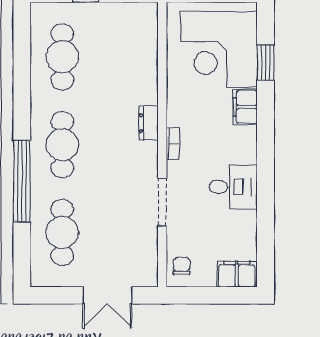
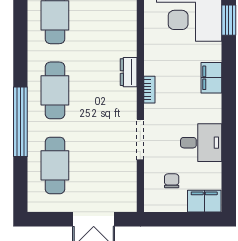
filing cabinet: (245, 107) -> (211, 78), moved
desk: (233, 187) -> (201, 143), moved
chair: (182, 266) -> (172, 181), moved

